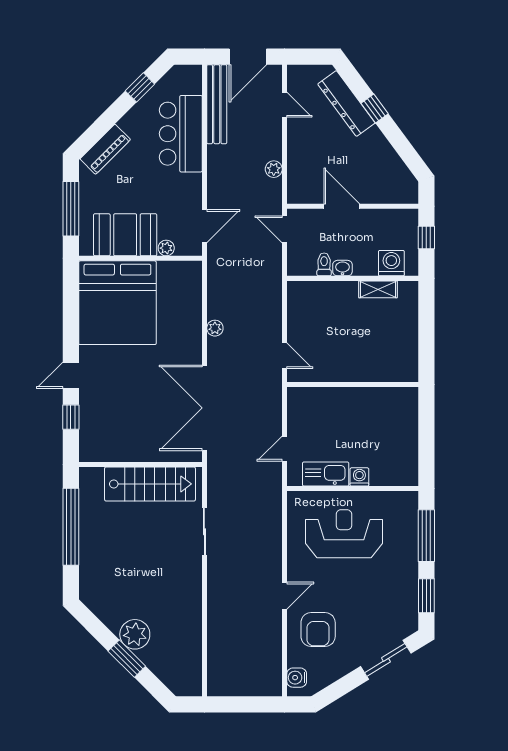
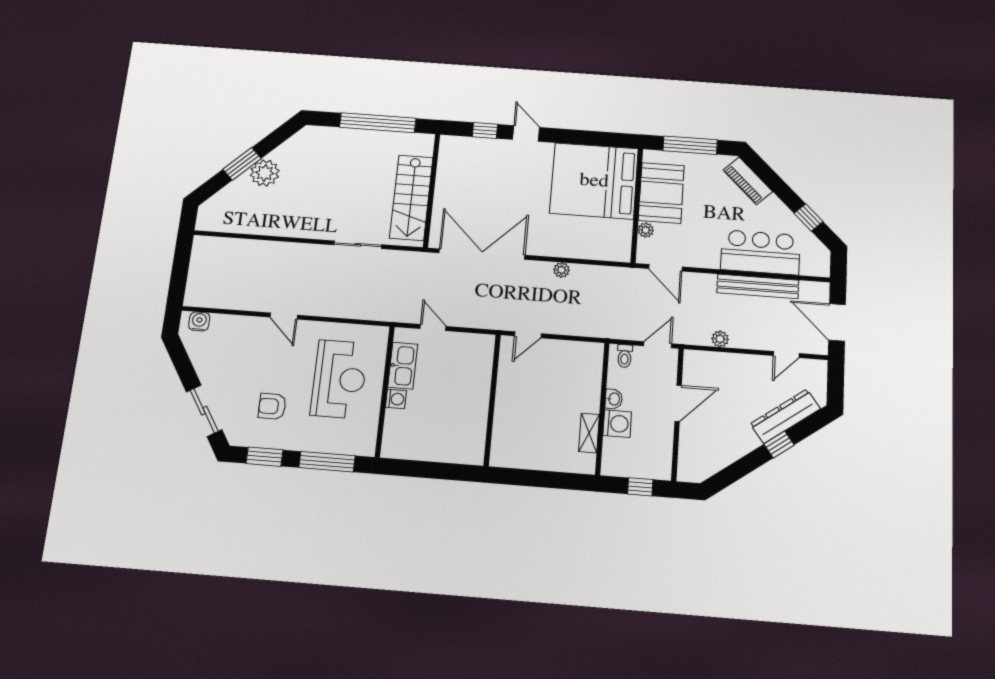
bench: (217, 104) -> (758, 286), moved
washing machine: (391, 263) -> (617, 424), moved
toilet: (324, 264) -> (625, 356), moved, turned 90
armchair: (318, 630) -> (272, 406), moved, width x0.72, depth x0.72

